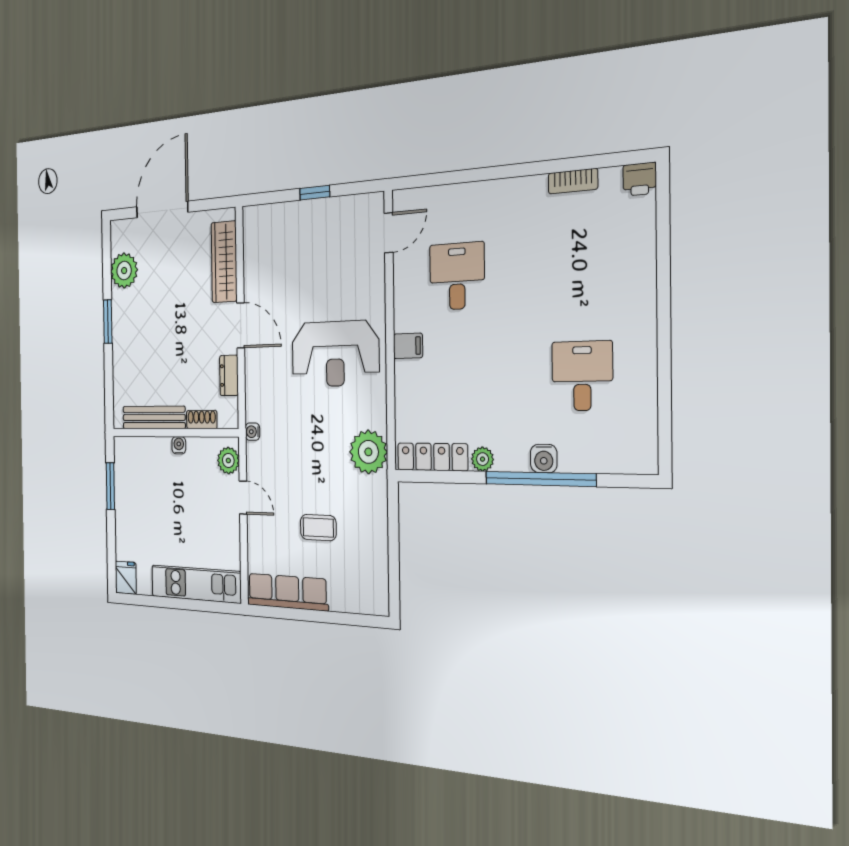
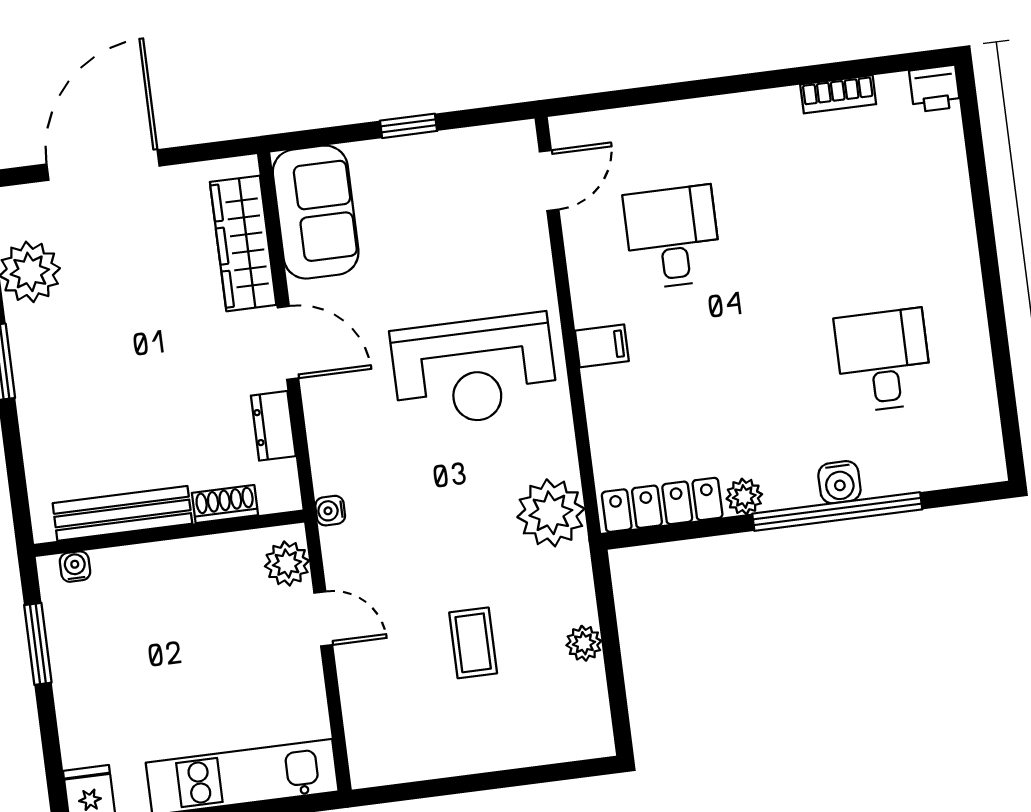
sofa: (262, 245) -> (316, 212), added
water cooler: (179, 445) -> (75, 567), moved
coffee table: (318, 528) -> (473, 643), turned 90
plant: (379, 540) -> (584, 643), added
row of seats: (287, 592) -> (426, 755), removed

